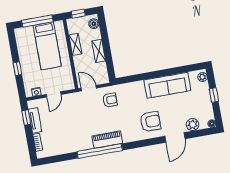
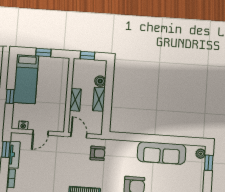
window: (37, 21) -> (43, 53), width x0.46
boiler: (94, 24) -> (100, 81), moved
shelving: (75, 44) -> (75, 100), moved
bed: (47, 46) -> (26, 79), moved
window: (214, 95) -> (209, 163), moved

